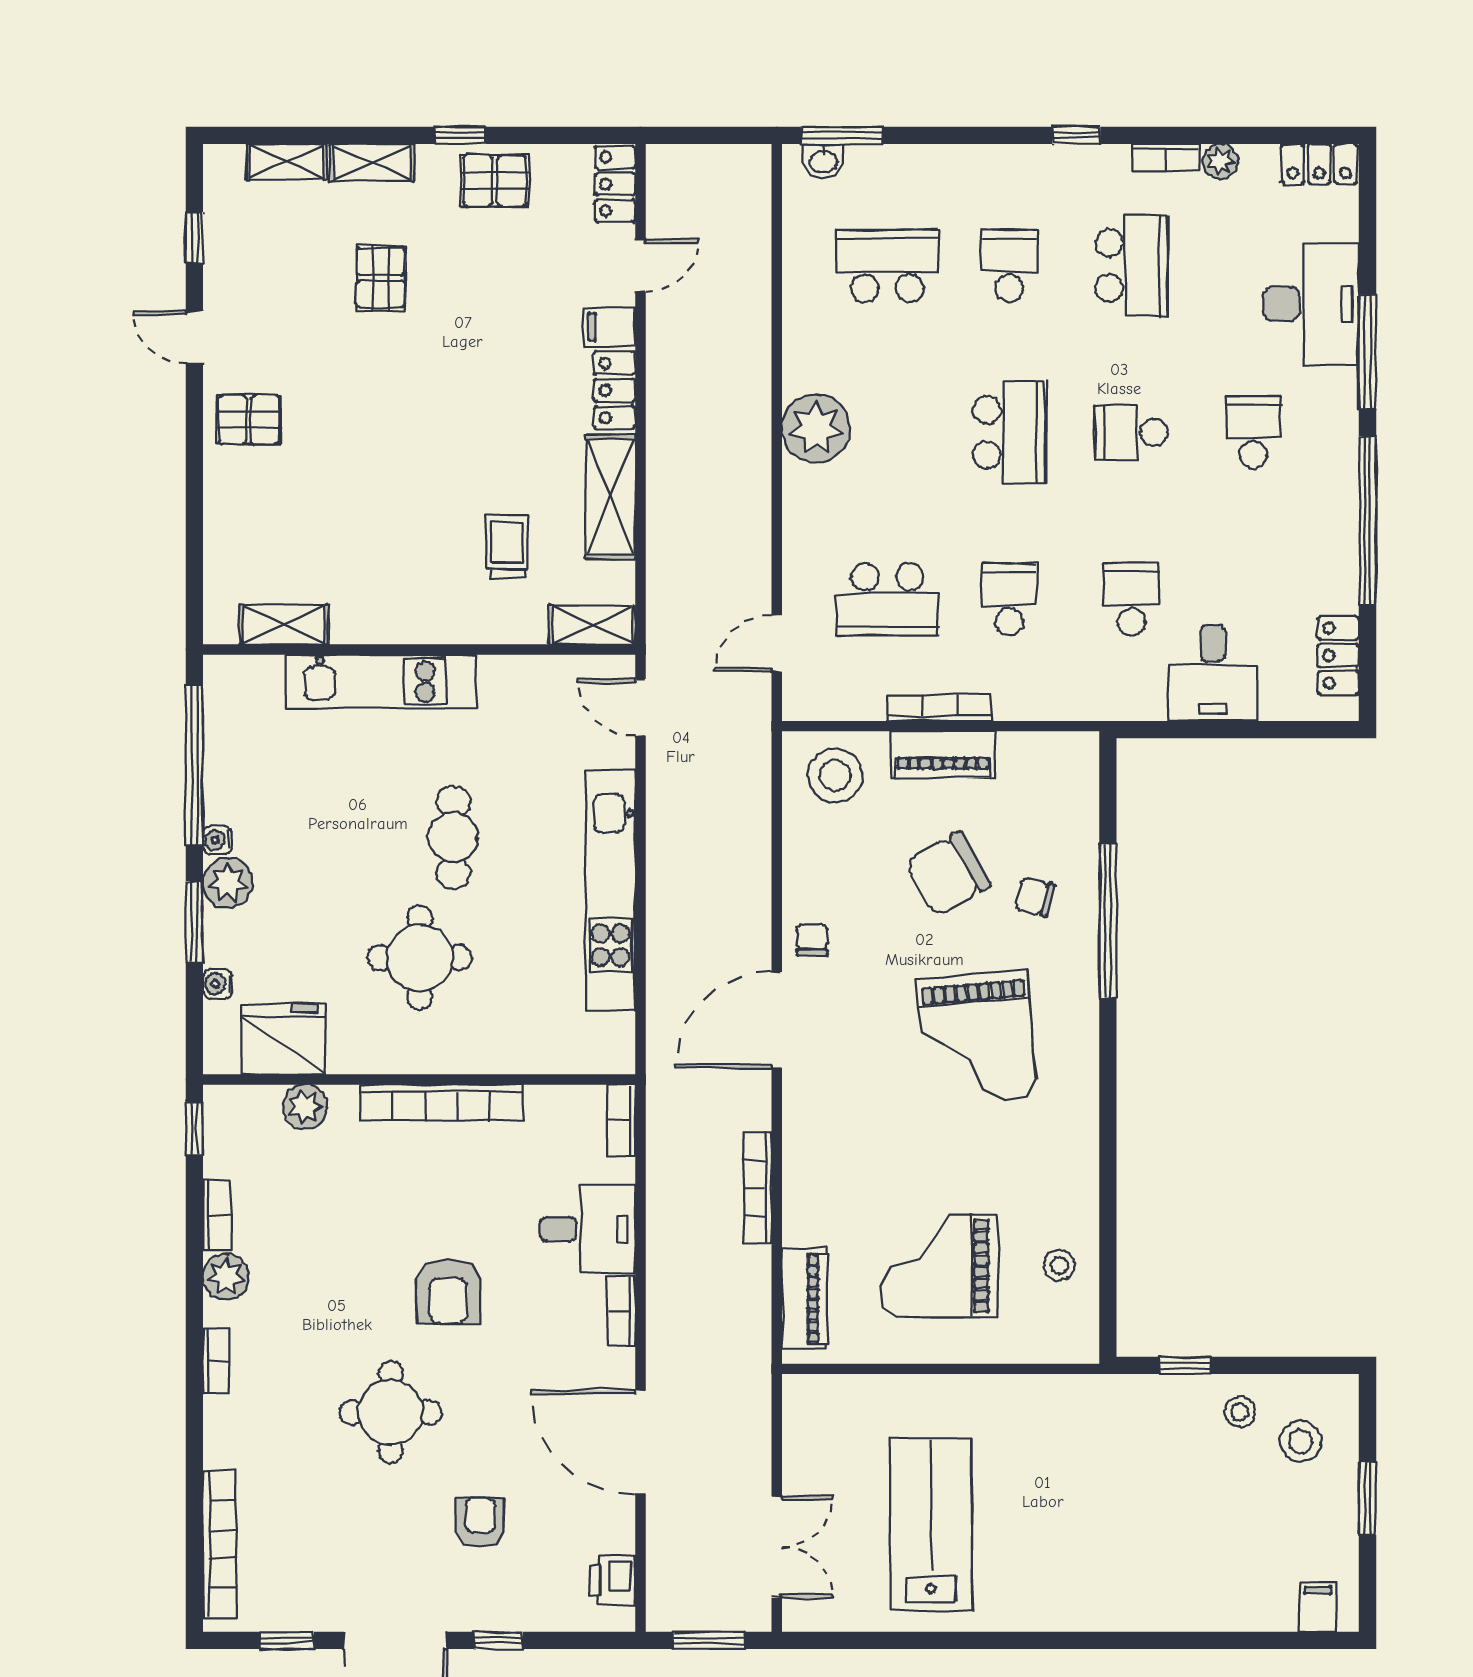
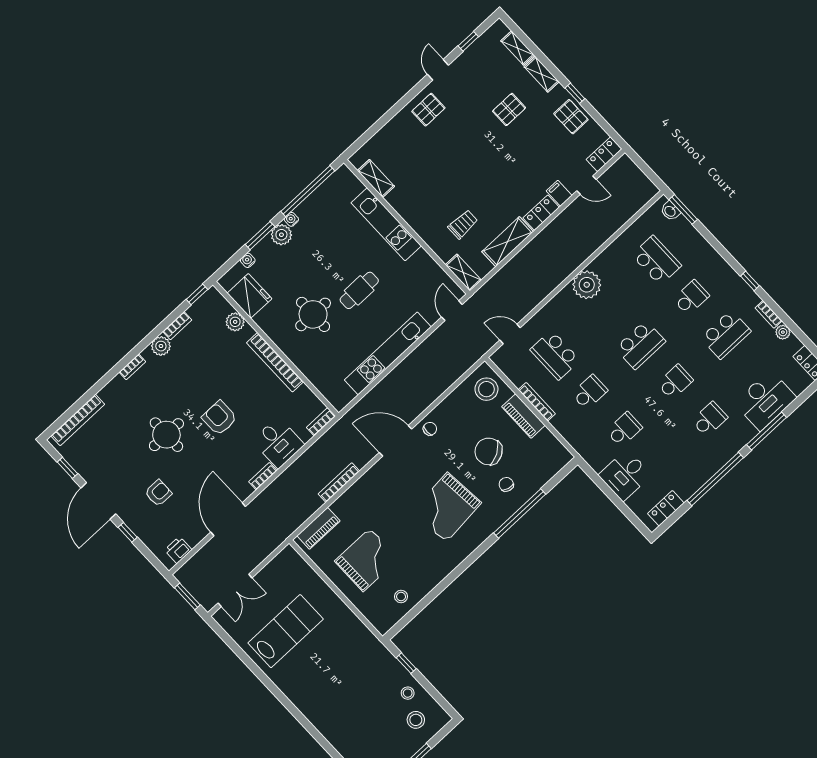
pallet: (249, 420) -> (428, 110), turned 90
school desk: (1131, 432) -> (675, 382), turned 90
grand piano: (939, 1266) -> (367, 560), turned 90
armchair: (448, 1292) -> (219, 418), turned 90

